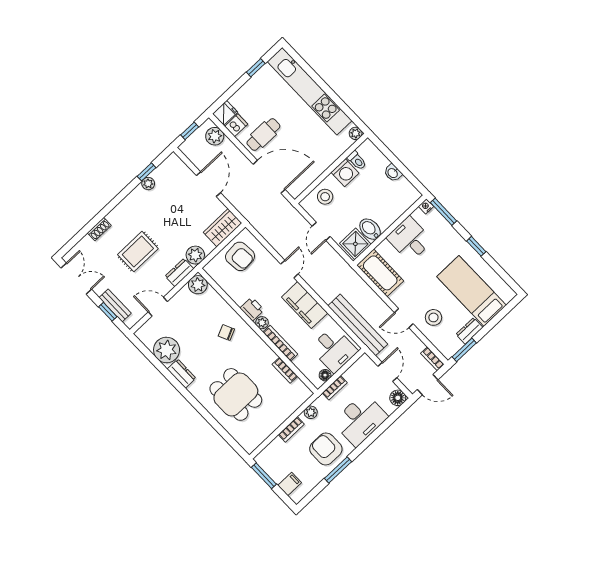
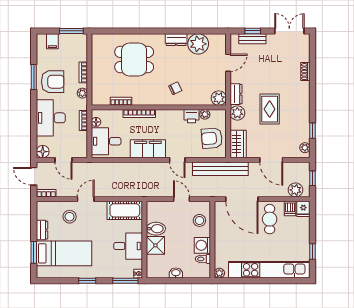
door: (269, 177) -> (242, 199), hinge flipped
plant: (148, 184) -> (305, 148), moved
shower: (355, 244) -> (155, 245), moved
rug: (138, 252) -> (270, 109), moved
double door: (76, 279) -> (289, 31), swing flipped
printer: (252, 309) -> (192, 116), moved
plant: (262, 323) -> (205, 114), moved
bench: (358, 325) -> (220, 169), moved
window: (464, 350) -> (34, 252), moved
door: (428, 385) -> (34, 176), hinge flipped

